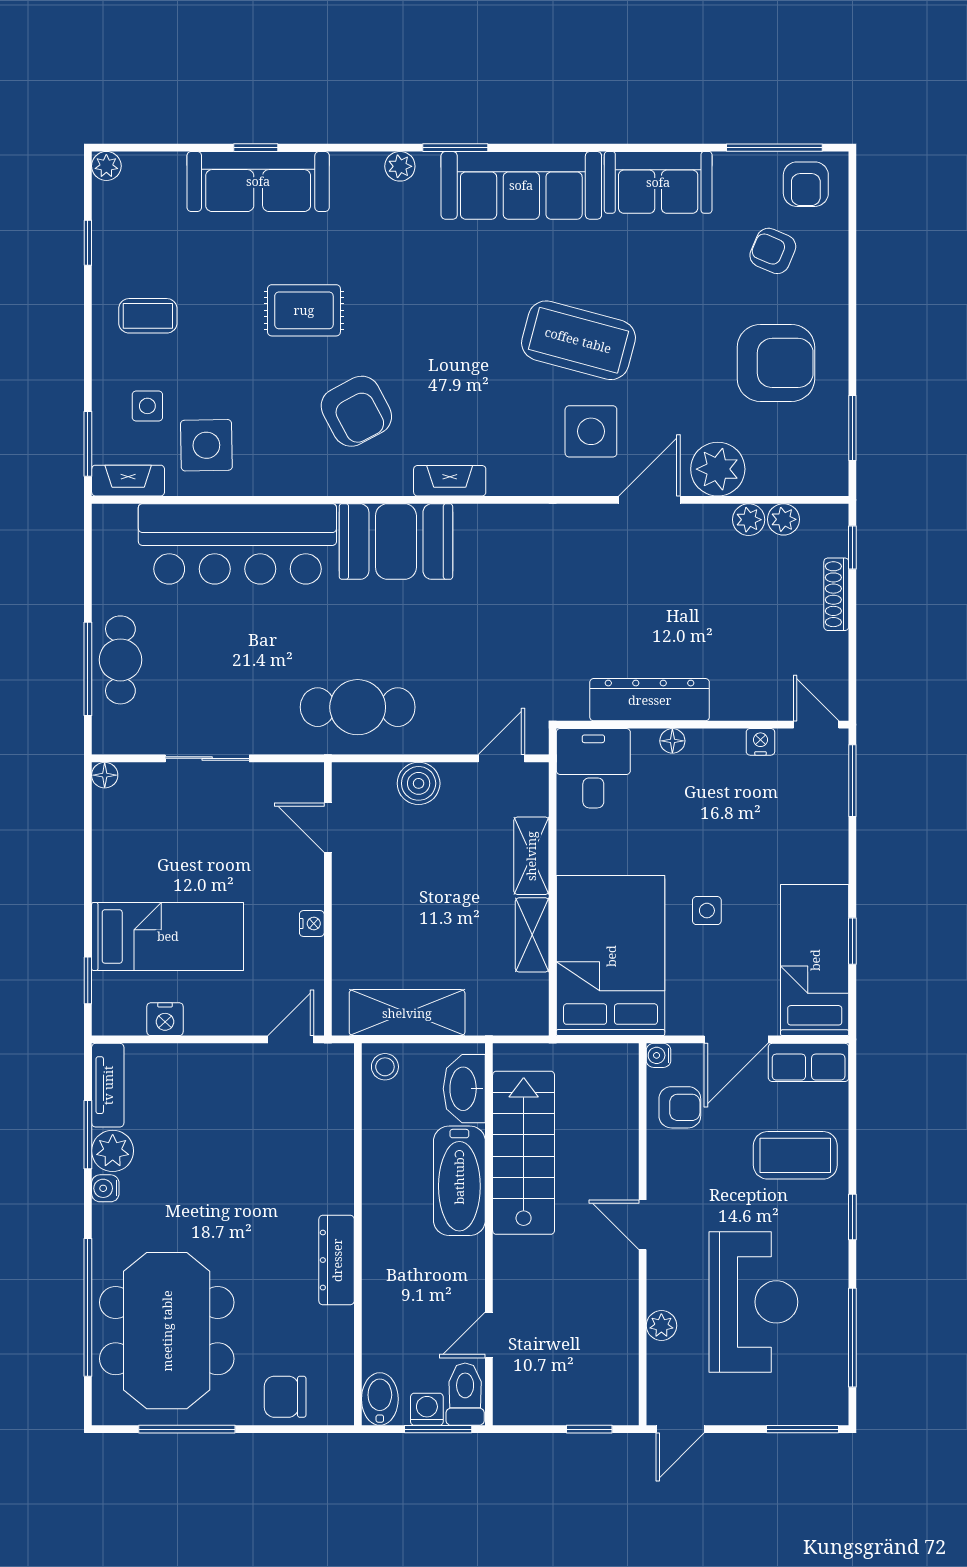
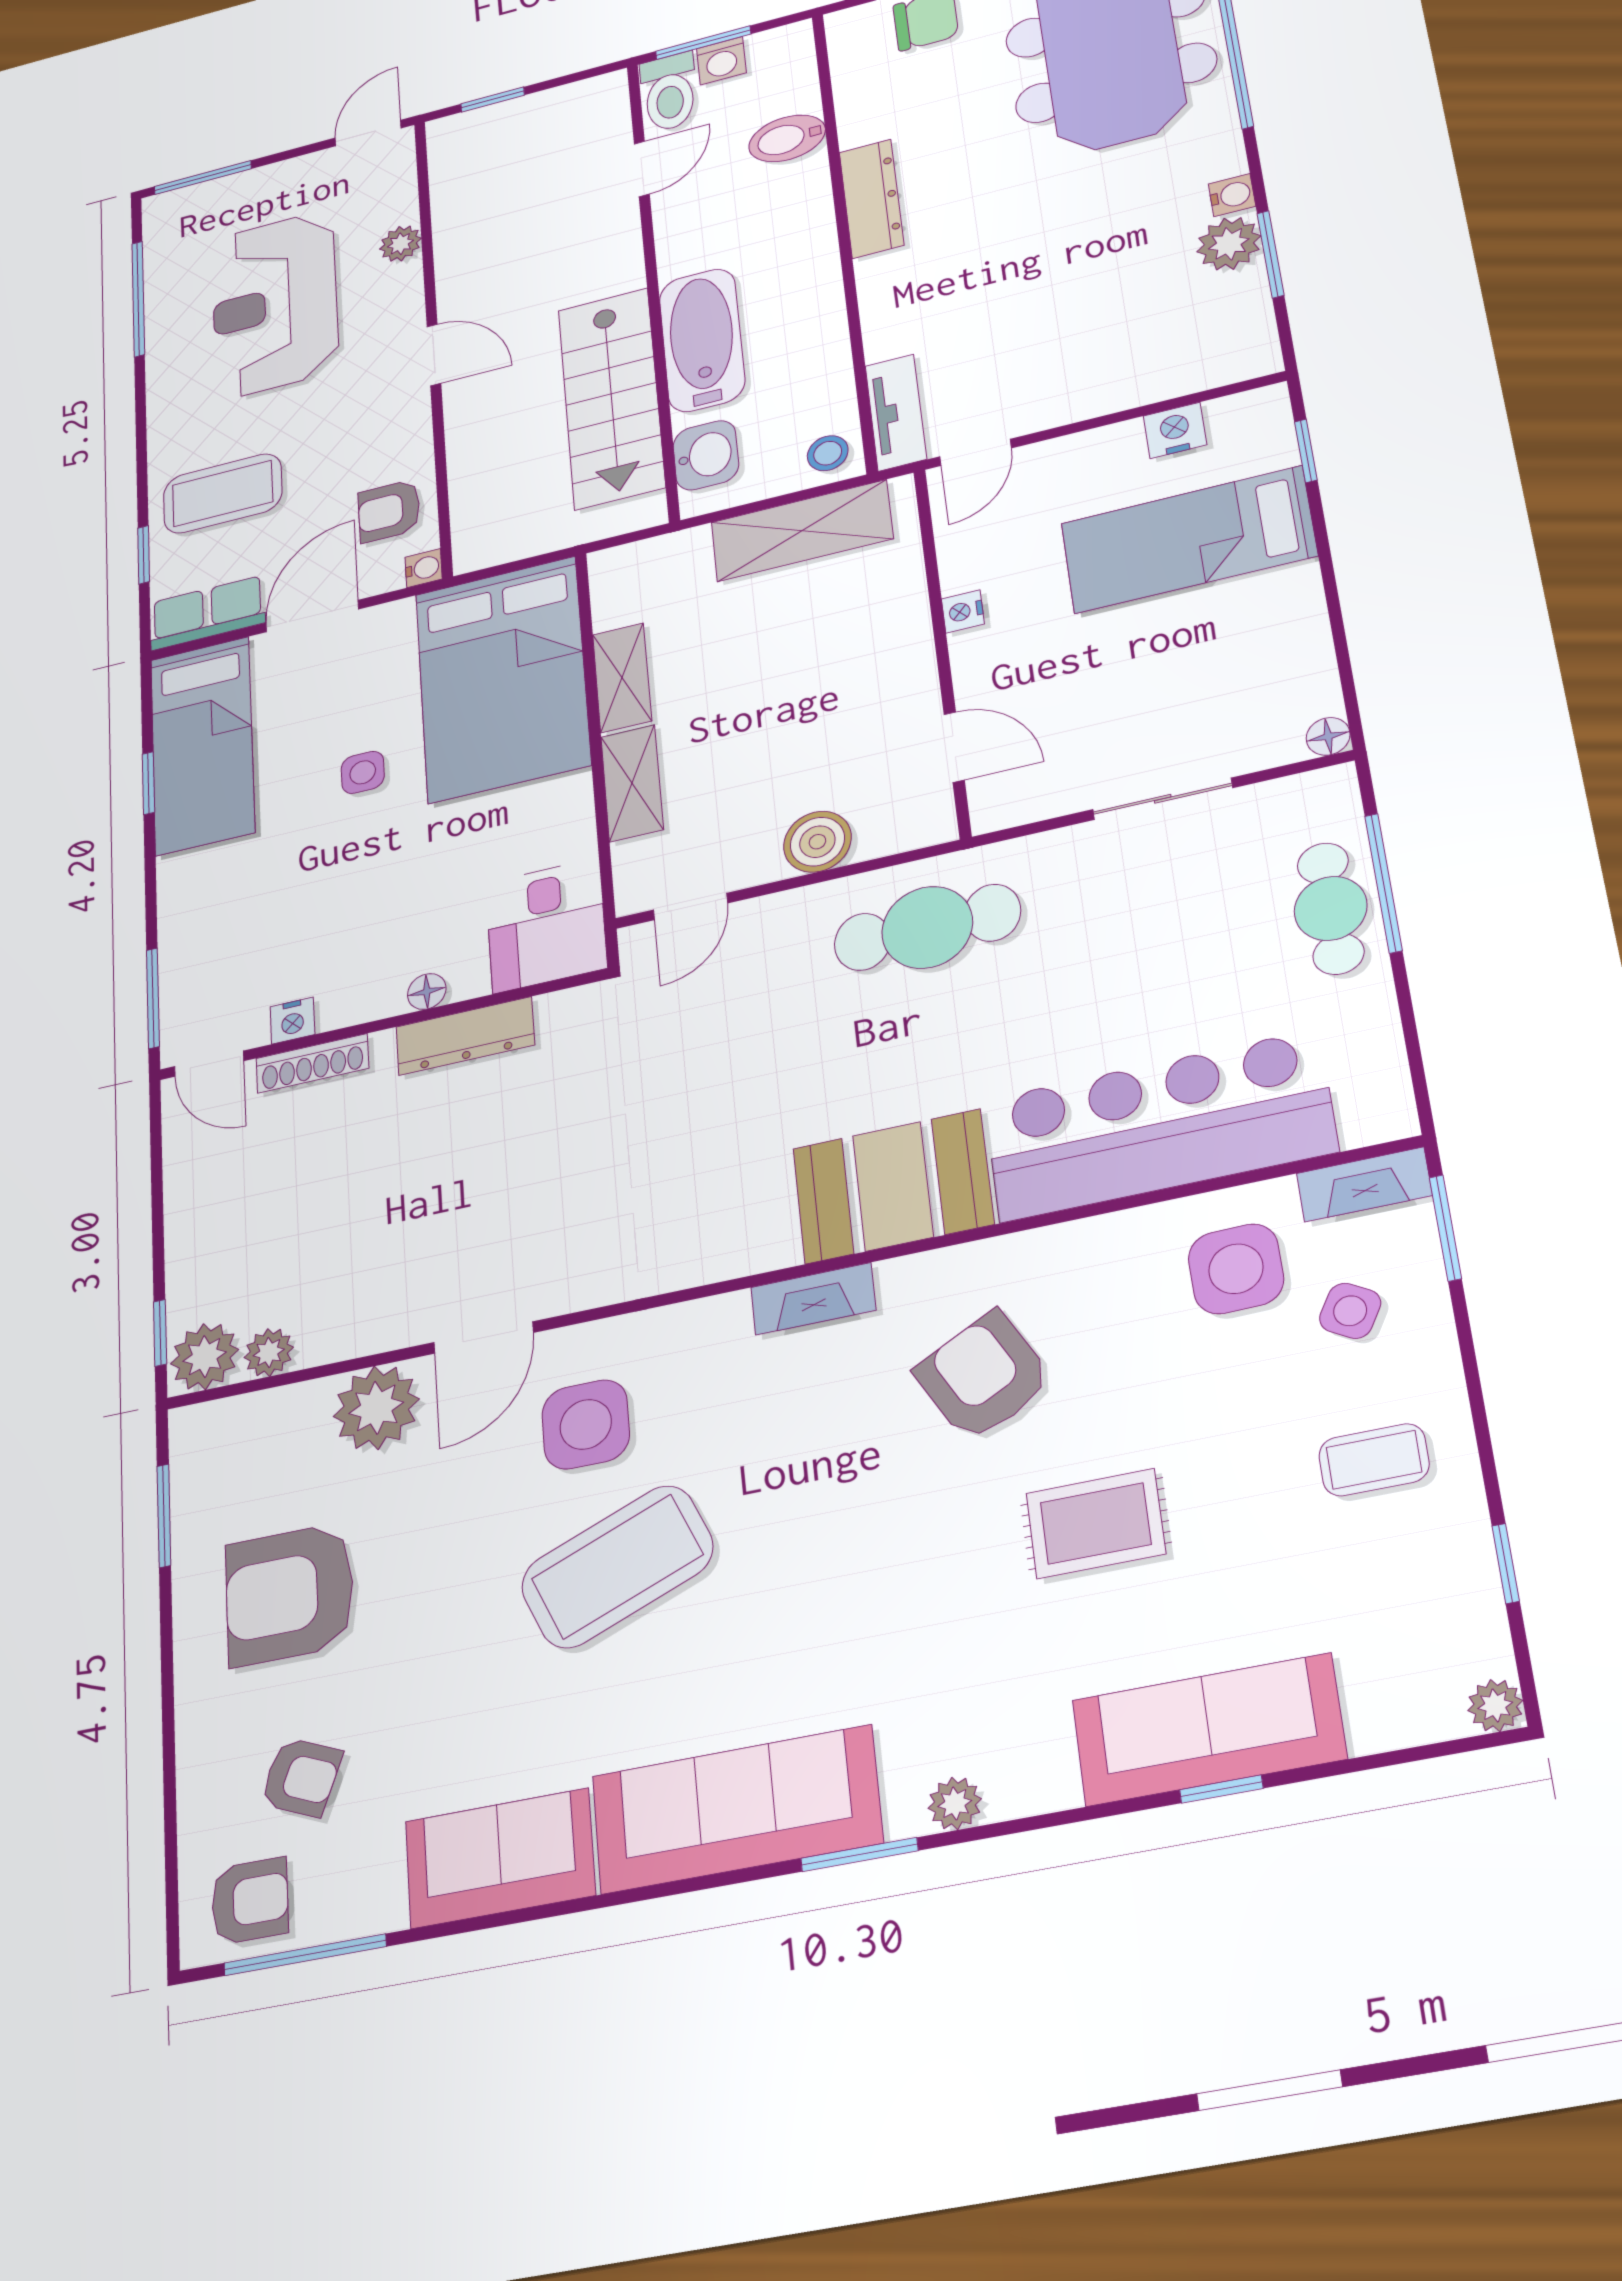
armchair: (806, 184) -> (250, 1901), turned 90
coffee table: (578, 340) -> (617, 1567), turned -37
side table: (147, 406) -> (1350, 1311), turned 30
plant: (749, 520) -> (205, 1357), moved, width x1.38, depth x1.38
shoe rack: (836, 594) -> (312, 1063), moved, turned 90
dresser: (650, 700) -> (465, 1036), width x0.73, depth x0.80
tv unit: (108, 1085) -> (896, 412), moved, turned 180
washbasin: (464, 1089) -> (706, 455), width x0.72
window: (852, 1217) -> (144, 555), moved
bidet: (380, 1399) -> (787, 138), moved, turned 90

